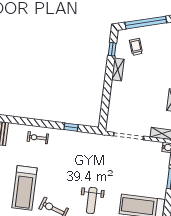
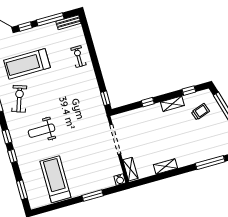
window: (107, 91) -> (148, 102), added
window: (71, 127) -> (105, 98), moved

